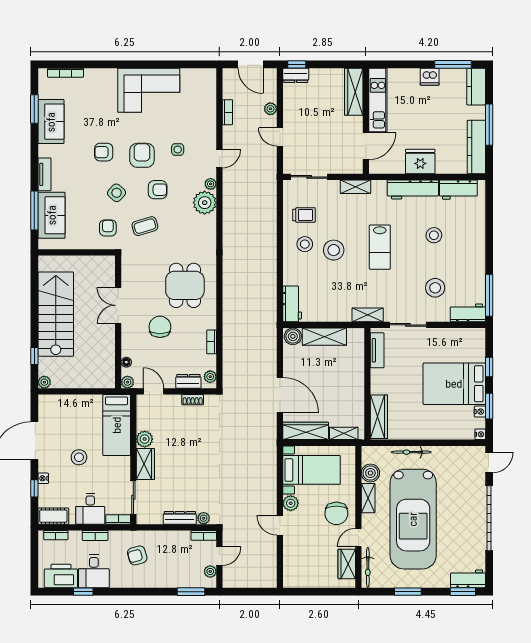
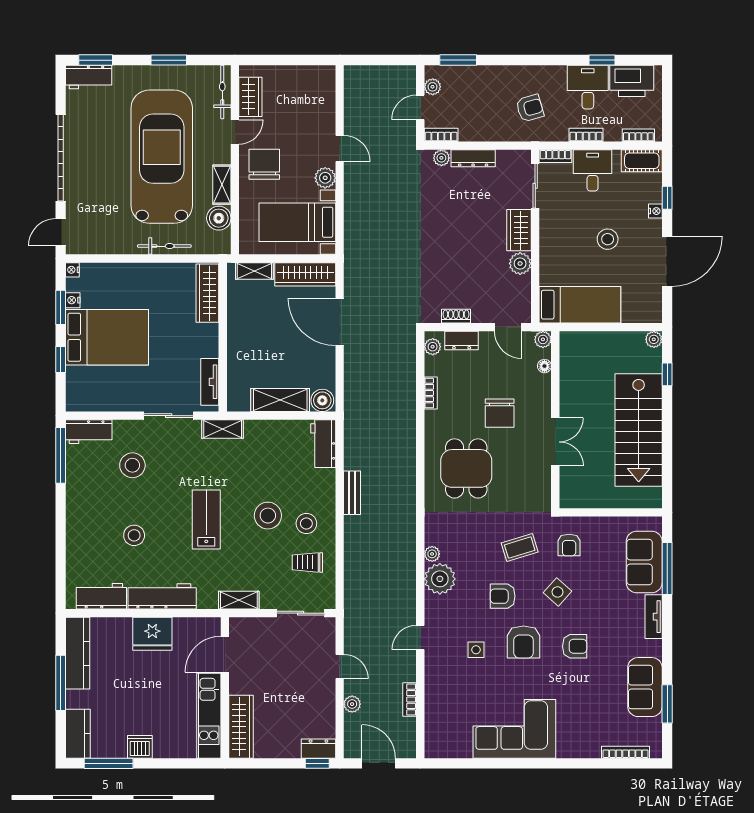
plant: (211, 184) -> (432, 554), moved
bench: (271, 267) -> (352, 493), added
bed: (117, 425) -> (580, 305), moved, turned 90

